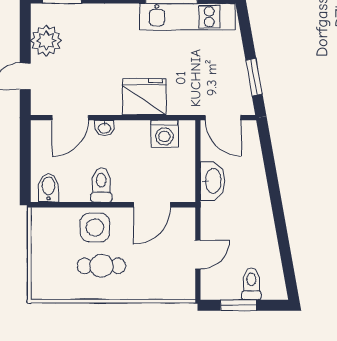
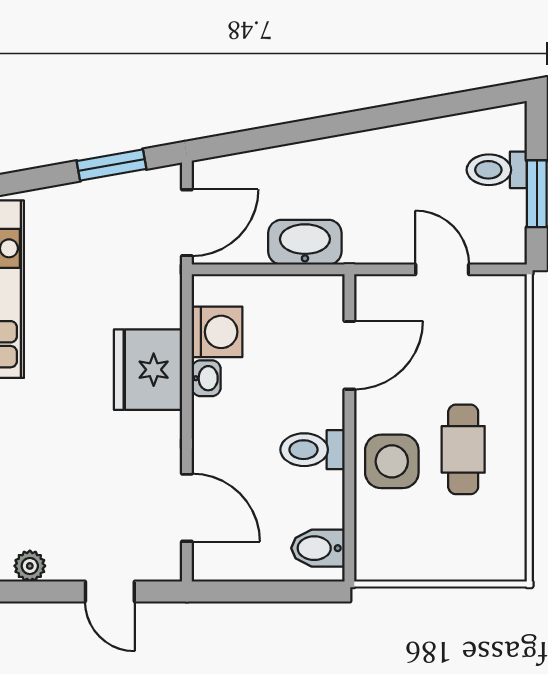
plant: (46, 41) -> (30, 566), width x0.53, depth x0.53
washbasin: (104, 128) -> (206, 378), moved
door: (152, 205) -> (349, 355), hinge flipped

